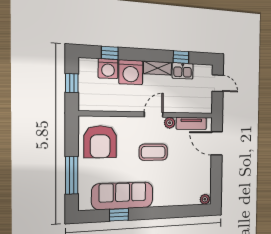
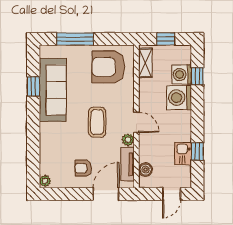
shelving: (158, 68) -> (145, 63), moved
boiler: (196, 107) -> (146, 170), added
armchair: (194, 165) -> (83, 168), added

